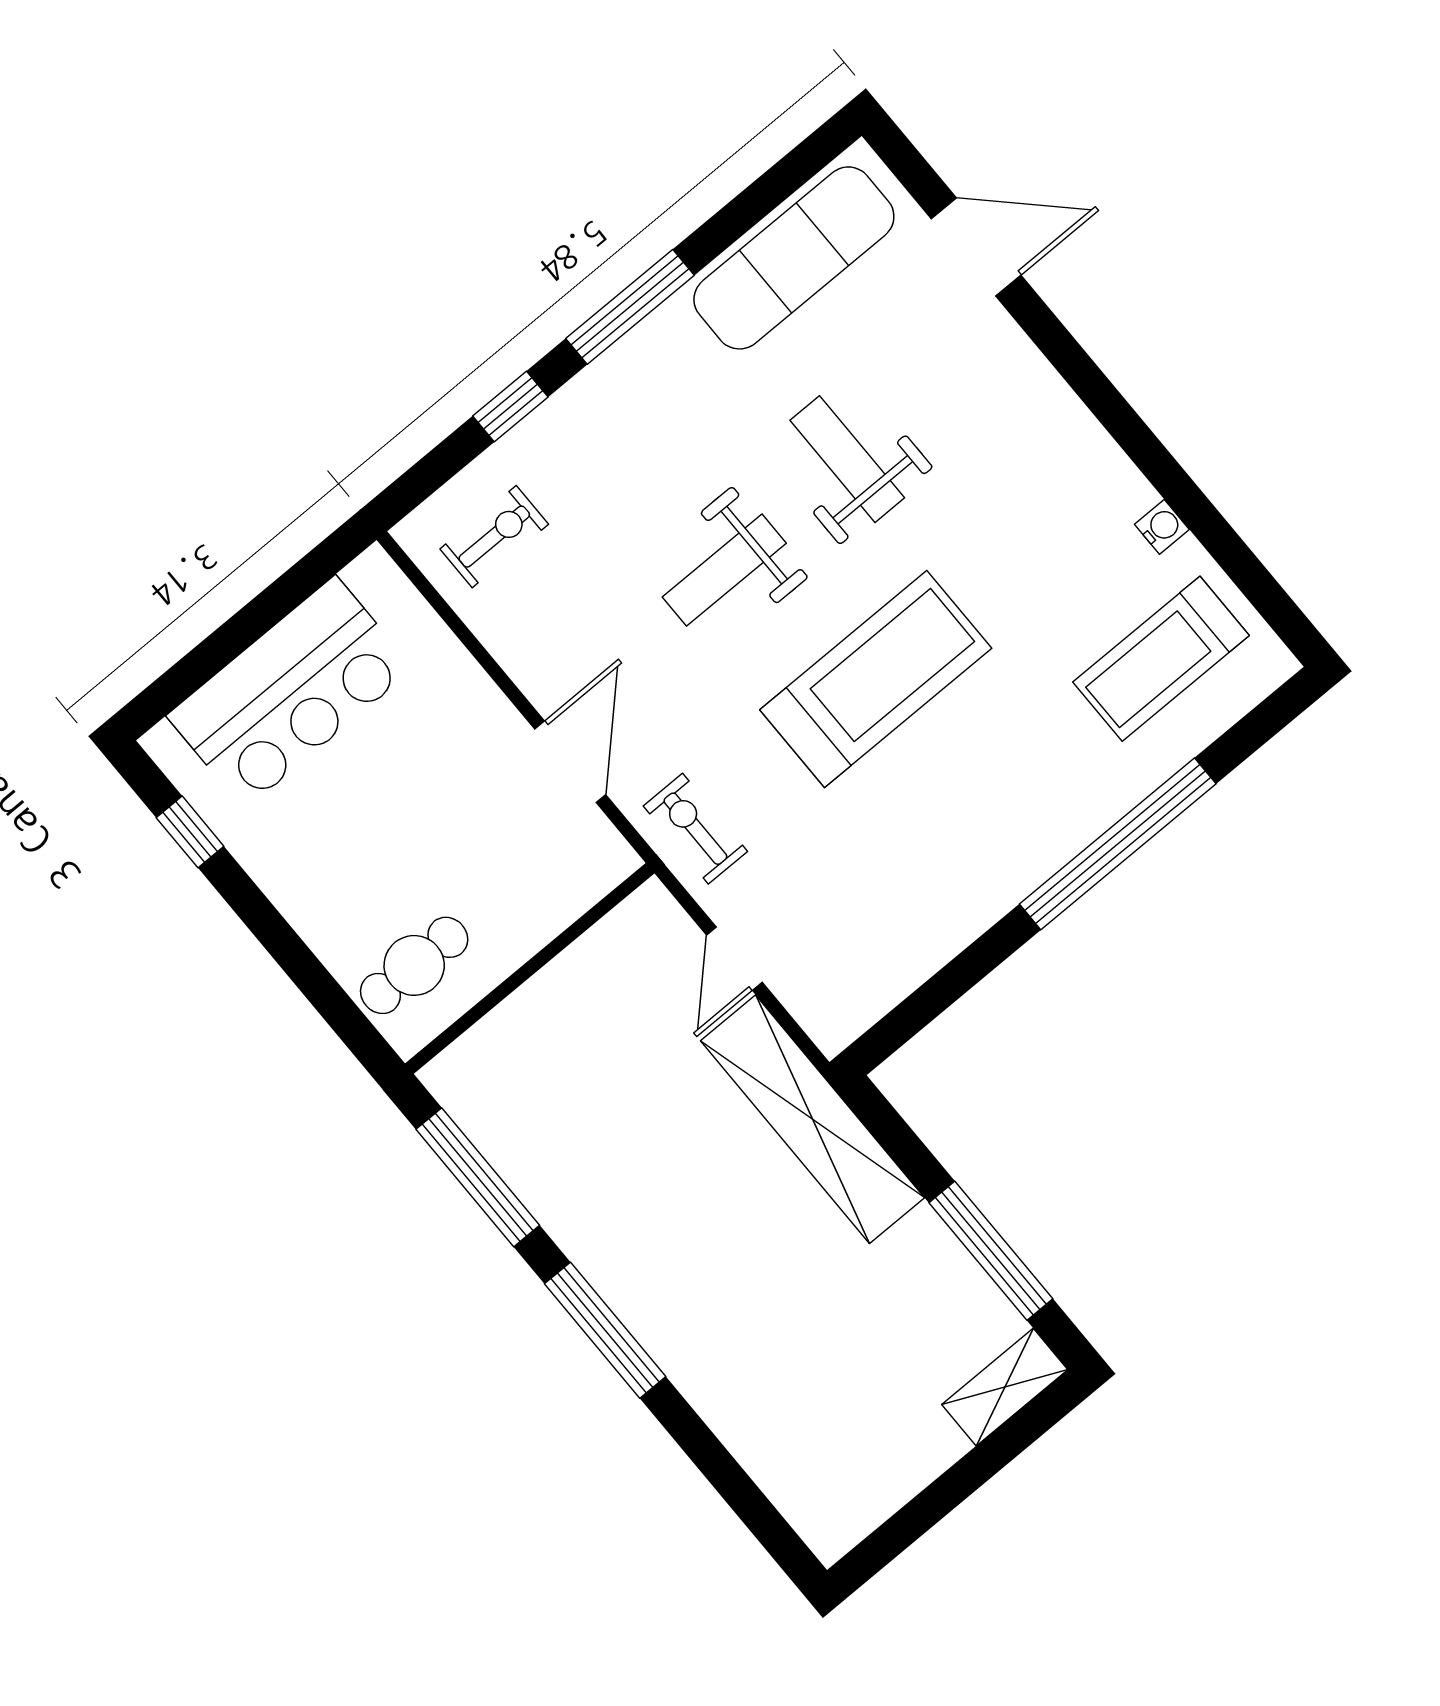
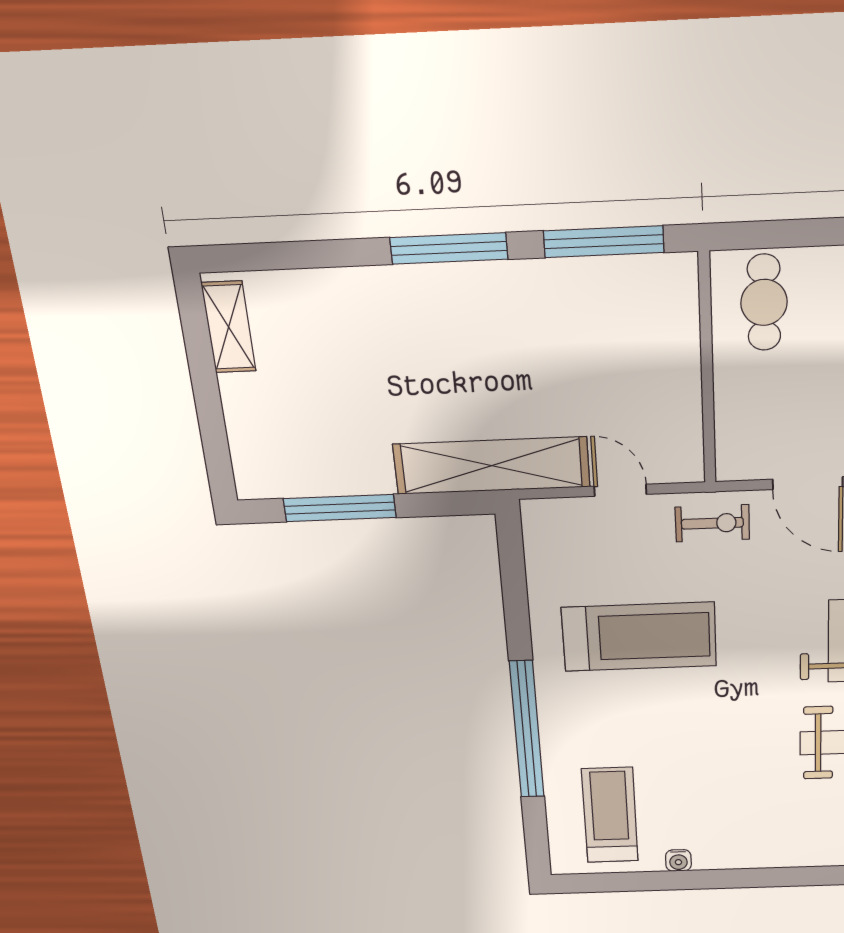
treadmill: (876, 679) -> (639, 637), moved, turned -90
shelving: (1005, 1387) -> (229, 327), moved

